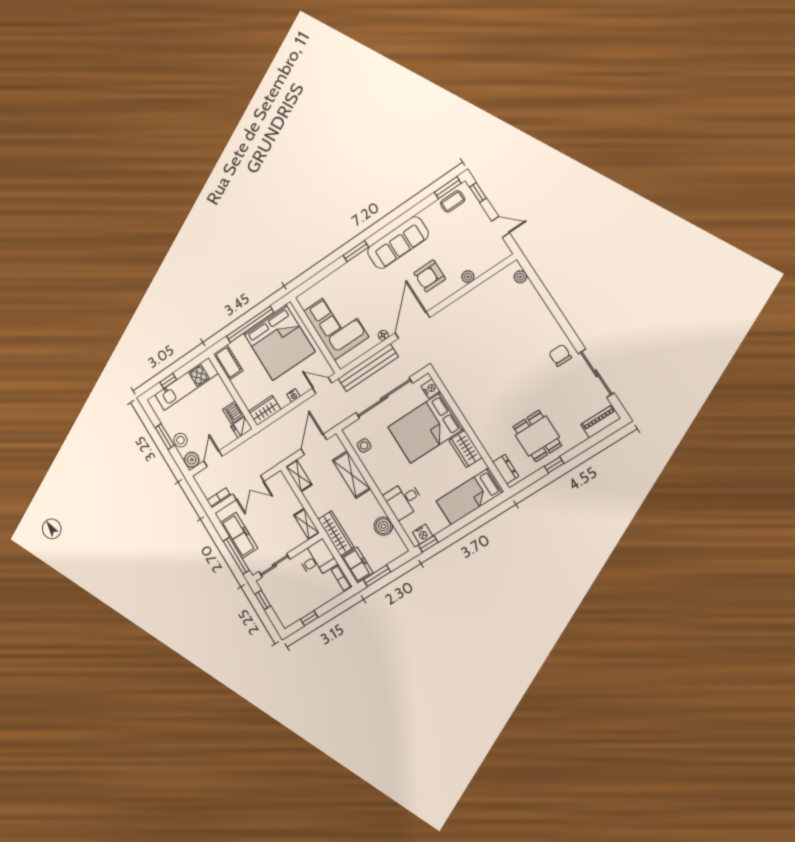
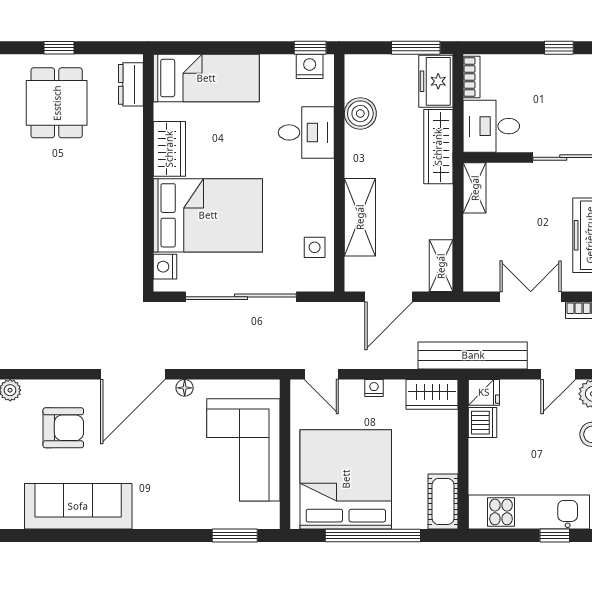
window: (356, 251) -> (235, 535), moved
bench: (368, 368) -> (473, 355), moved

